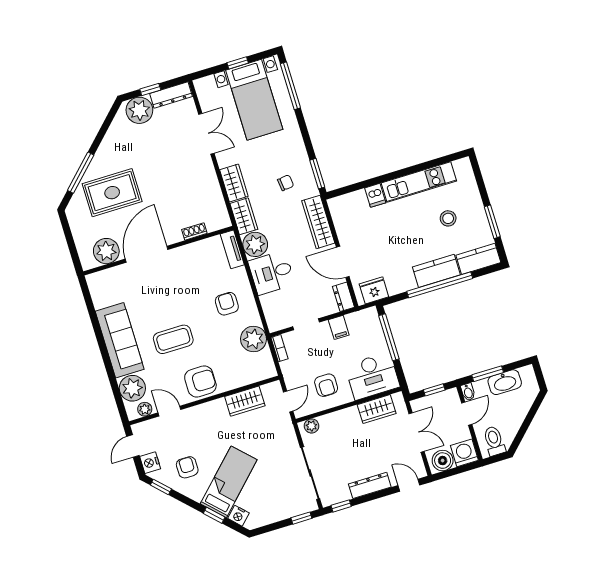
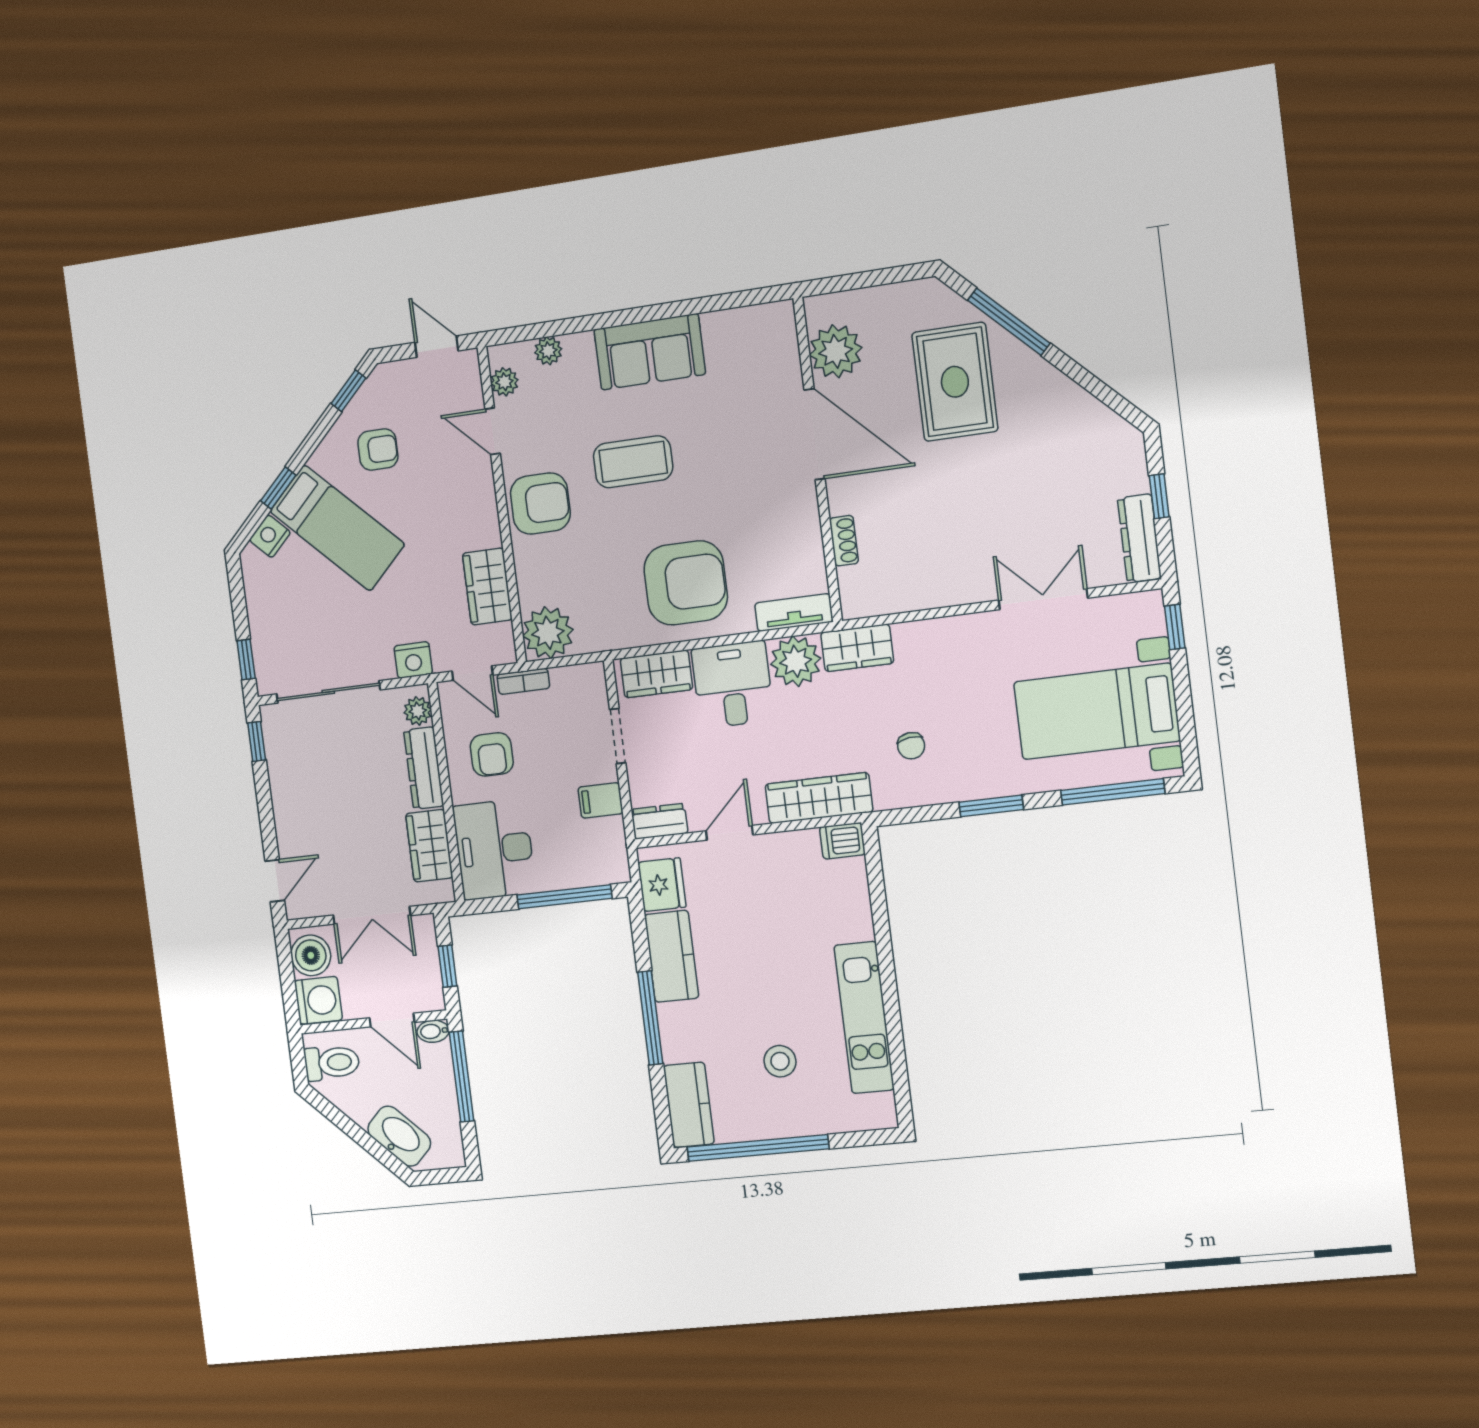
window: (238, 63) -> (1175, 627), moved
plant: (139, 110) -> (1119, 466), removed
double door: (206, 134) -> (1043, 599), swing flipped
window: (317, 174) -> (991, 806), moved
wardrobe: (234, 183) -> (656, 674), moved
dishwasher: (375, 195) -> (842, 841), moved
window: (492, 222) -> (758, 1148), width x2.11
door: (343, 262) -> (729, 833), width x0.73
kitchen counter: (436, 271) -> (672, 956), moved
window: (440, 285) -> (650, 1018), width x0.68
armchair: (227, 304) -> (686, 583), width x1.88, depth x1.88
coffee table: (173, 339) -> (633, 462), turned 90
plant: (254, 339) -> (548, 633), moved
sofa: (120, 340) -> (650, 352), width x0.73
bookcase: (279, 348) -> (523, 681), moved
window: (488, 374) -> (462, 1077), width x1.44
armchair: (200, 382) -> (540, 504), turned -90
washbasin: (505, 382) -> (399, 1136), moved, turned 135
armchair: (326, 385) -> (492, 754), turned -90
plant: (132, 388) -> (548, 351), width x0.53, depth x0.53
door: (169, 411) -> (493, 431), swing flipped
nightstand: (150, 463) -> (413, 660), moved, turned 180
dresser: (370, 485) -> (424, 768), moved, turned 180

